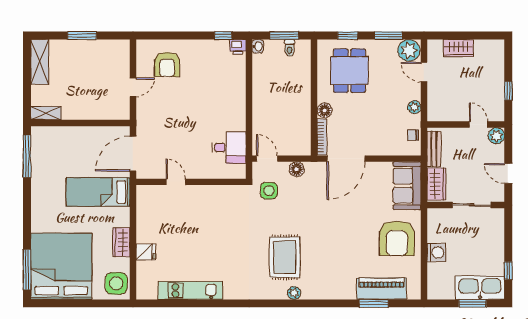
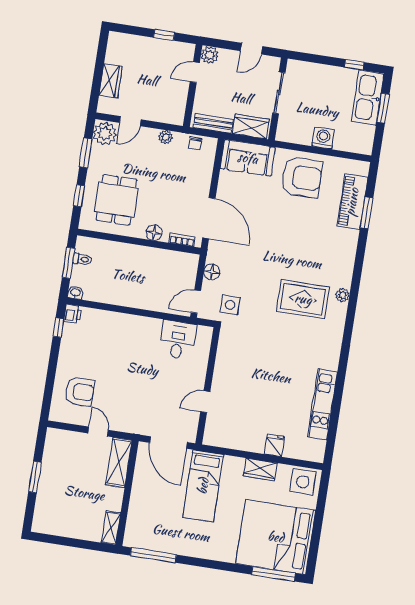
shelving: (40, 62) -> (119, 463), moved, turned 90
dining table: (349, 71) -> (116, 200), turned 90
bookcase: (322, 137) -> (182, 240), width x0.64

